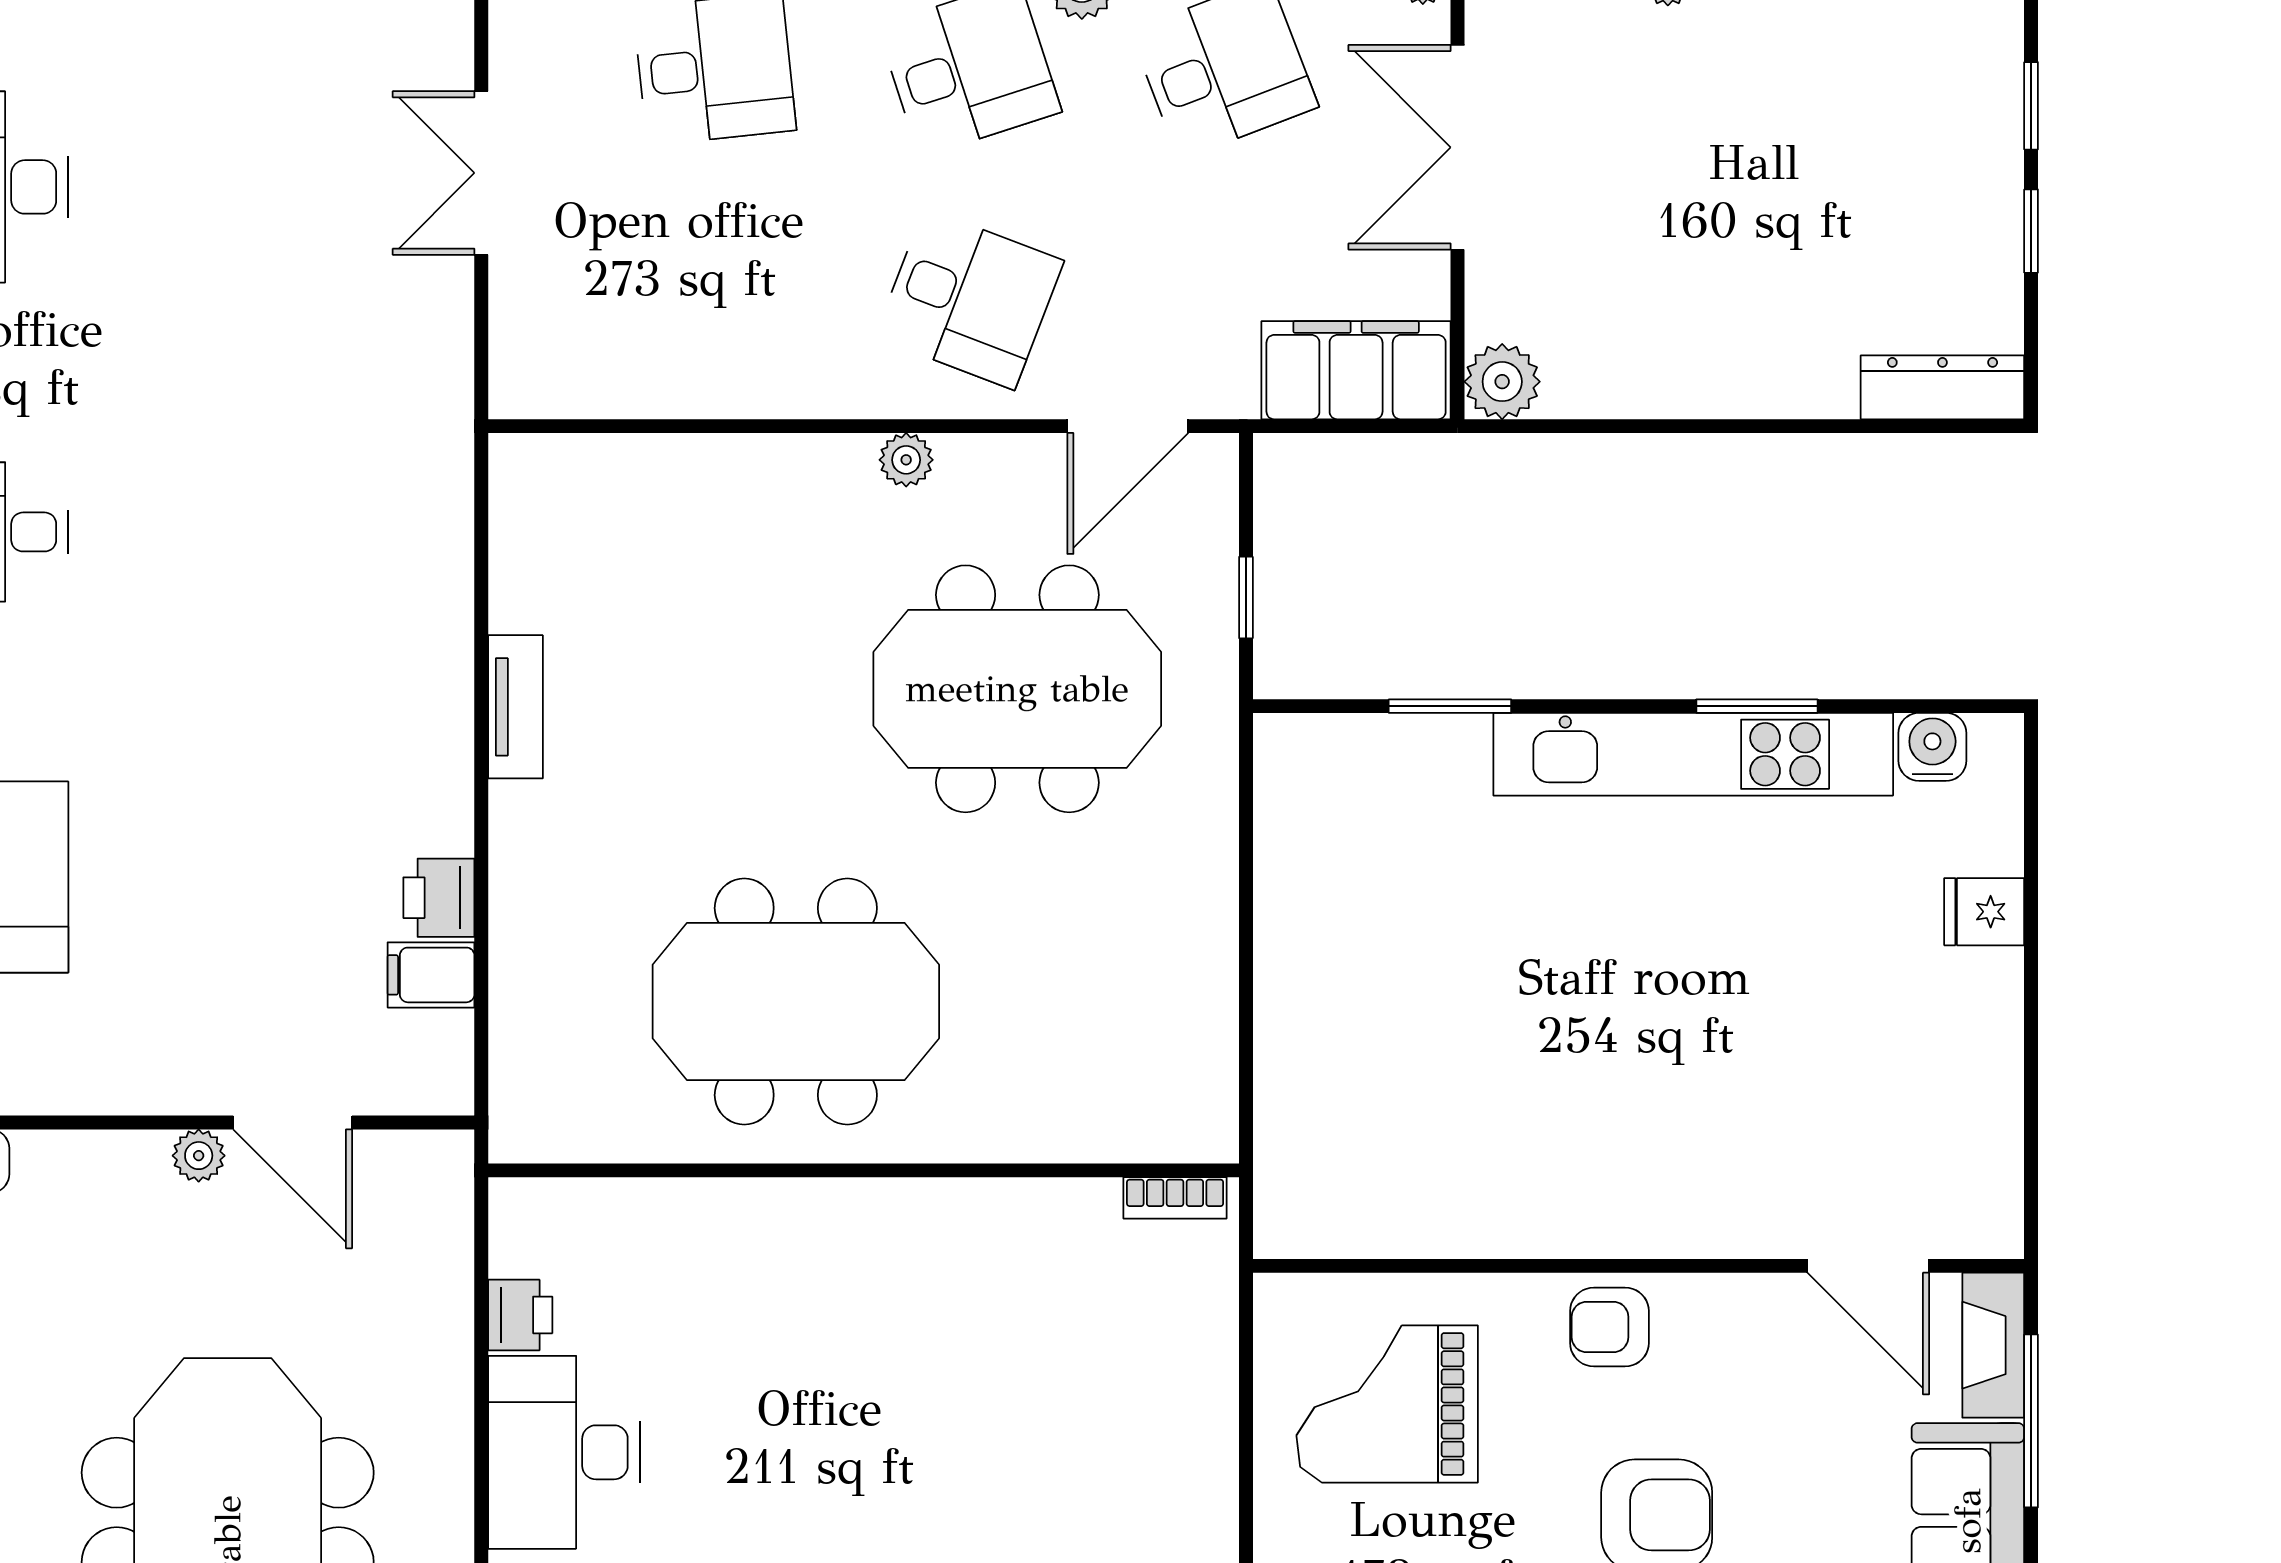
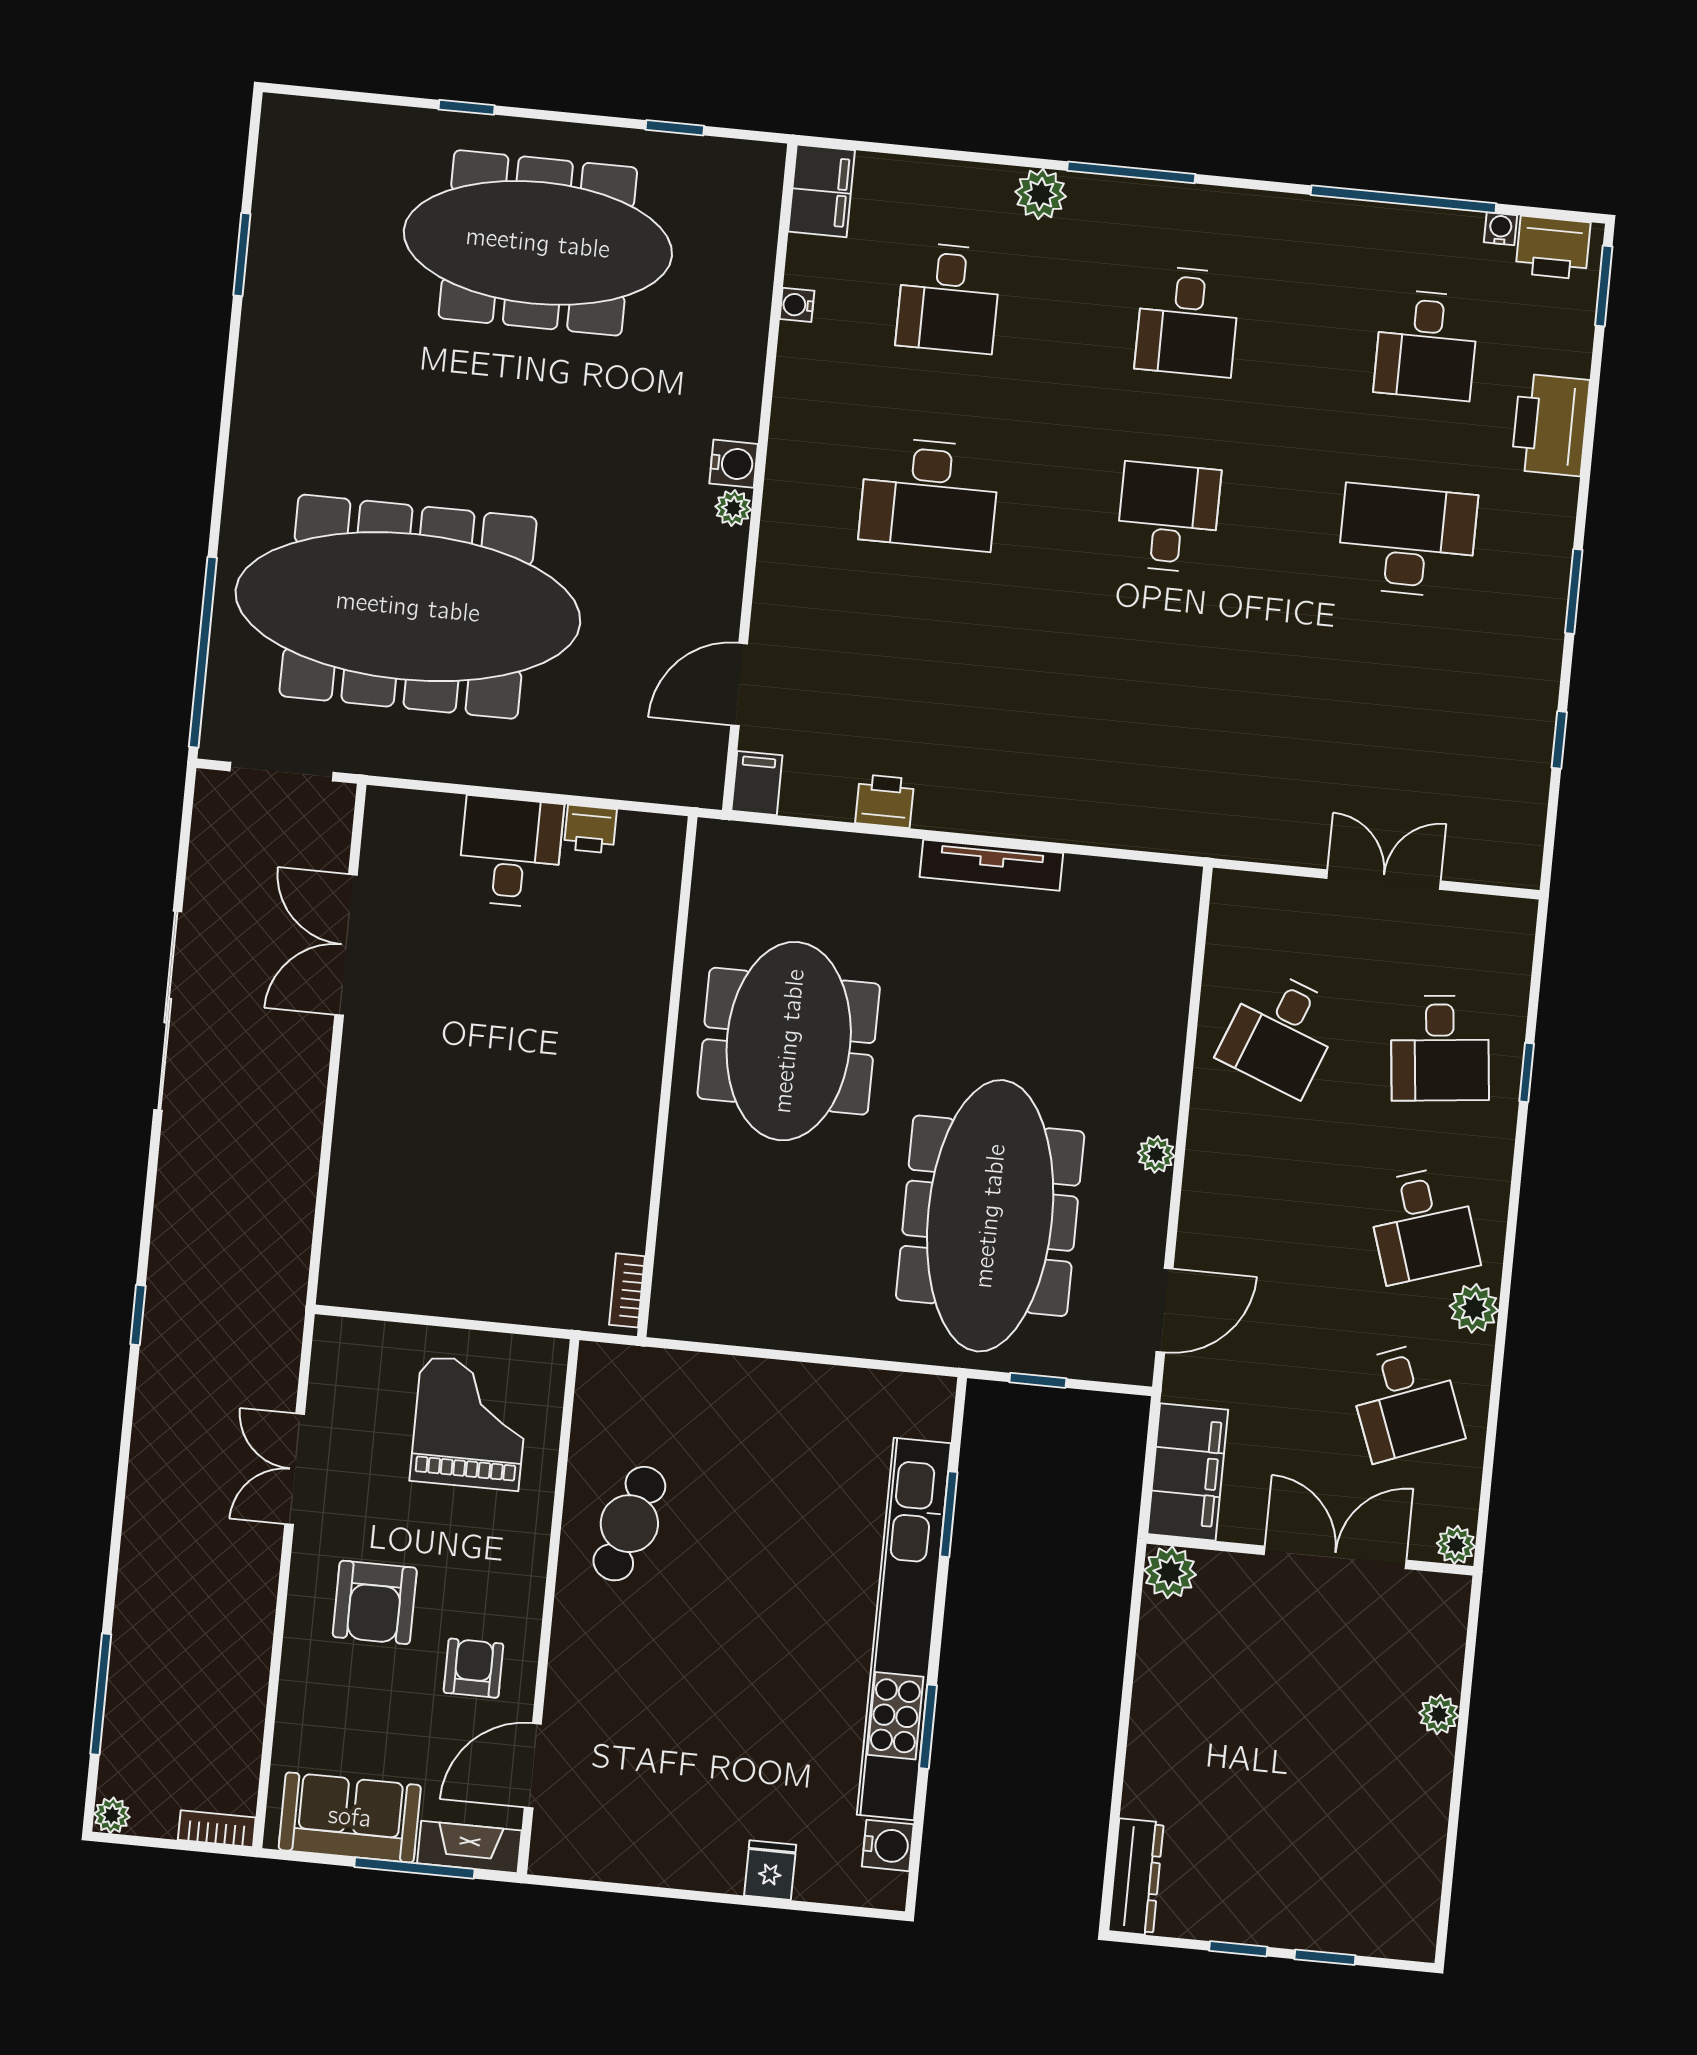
desk: (969, 299) -> (1281, 1033), moved
door: (1128, 426) -> (1164, 1310), swing flipped
meeting table: (1017, 689) -> (990, 1216), width x1.36
tv unit: (515, 707) -> (991, 865), width x1.41
kitchen unit: (1693, 754) -> (904, 1629), width x1.36
filing cabinet: (431, 975) -> (757, 783), moved
plant: (199, 1156) -> (733, 508), moved
cafe table: (1508, 1162) -> (629, 1524), added
armchair: (1609, 1327) -> (473, 1668), moved
desk: (564, 1452) -> (510, 852), width x0.73

